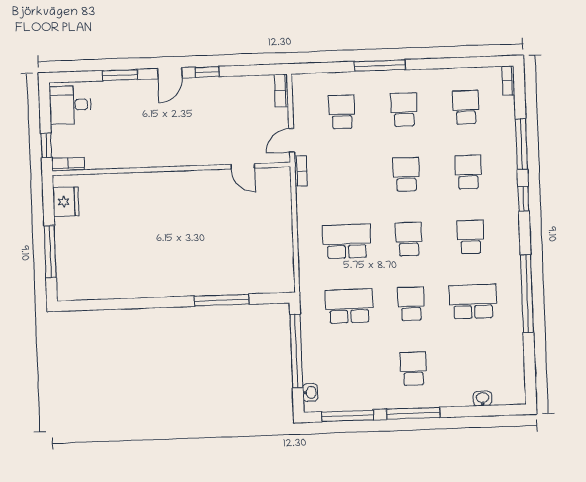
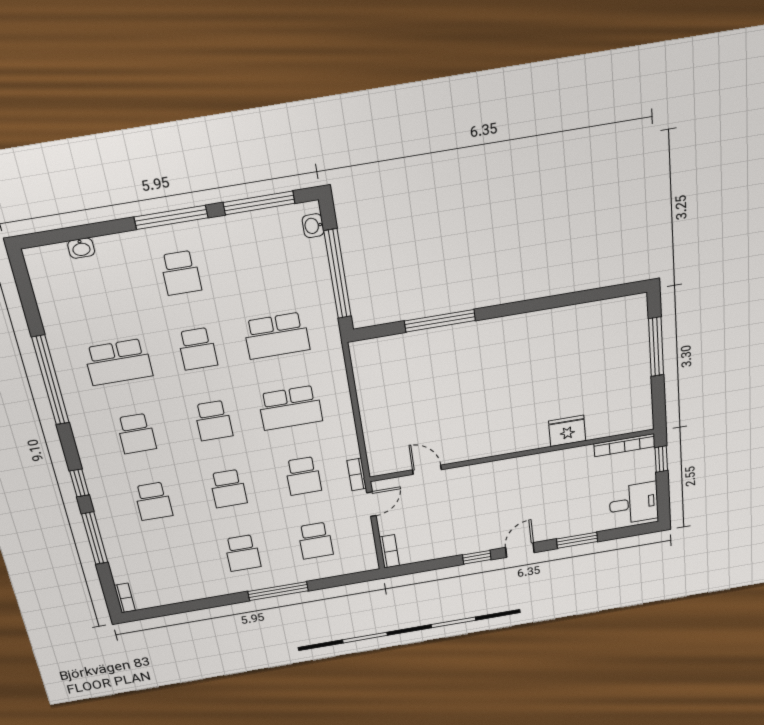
school desk: (466, 107) -> (303, 476), moved
bookcase: (68, 164) -> (624, 445), width x1.56
fridge: (66, 202) -> (567, 431), moved, turned 90

